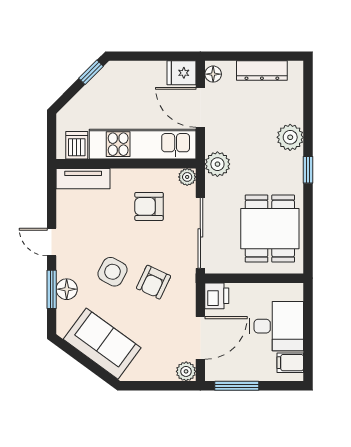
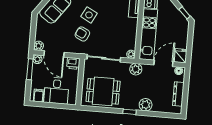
armchair: (149, 206) -> (119, 35), removed
plant: (214, 372) -> (37, 59), added

